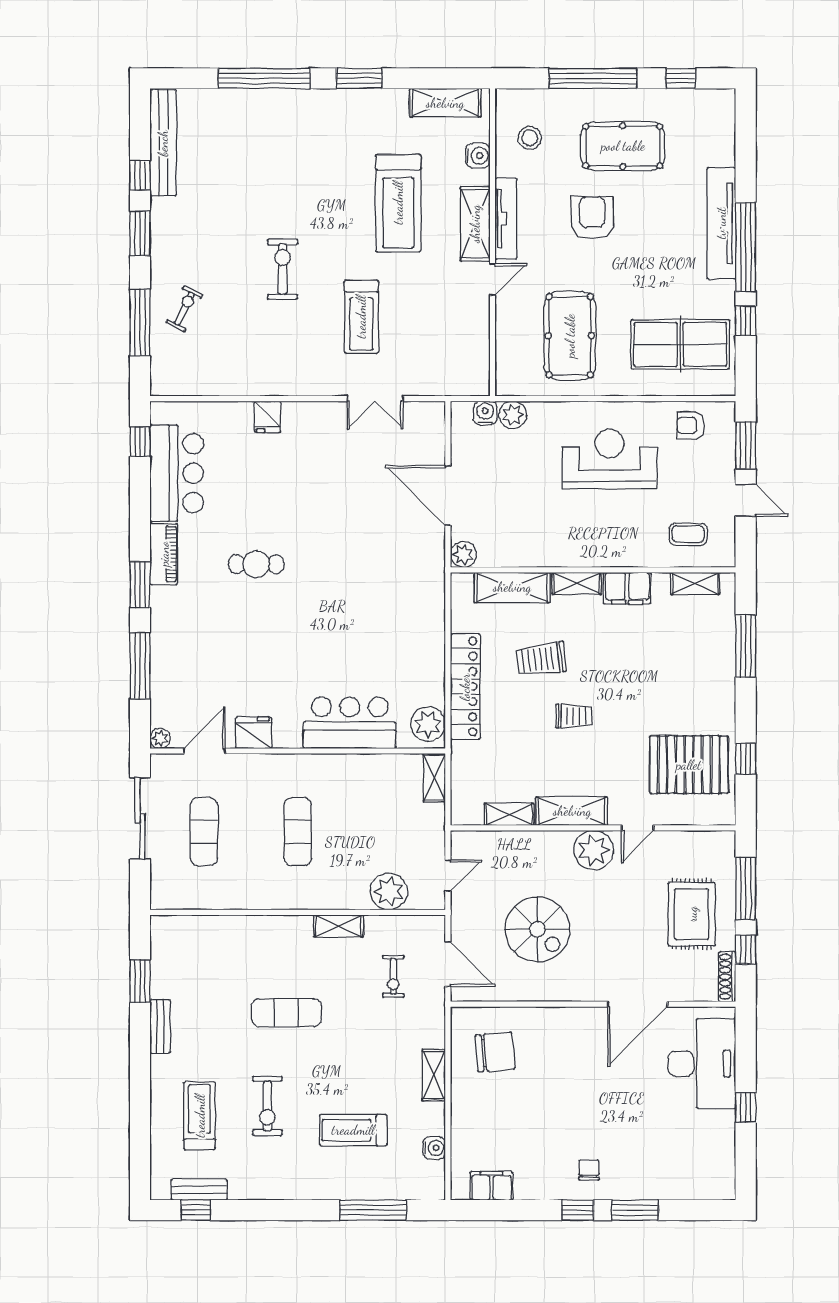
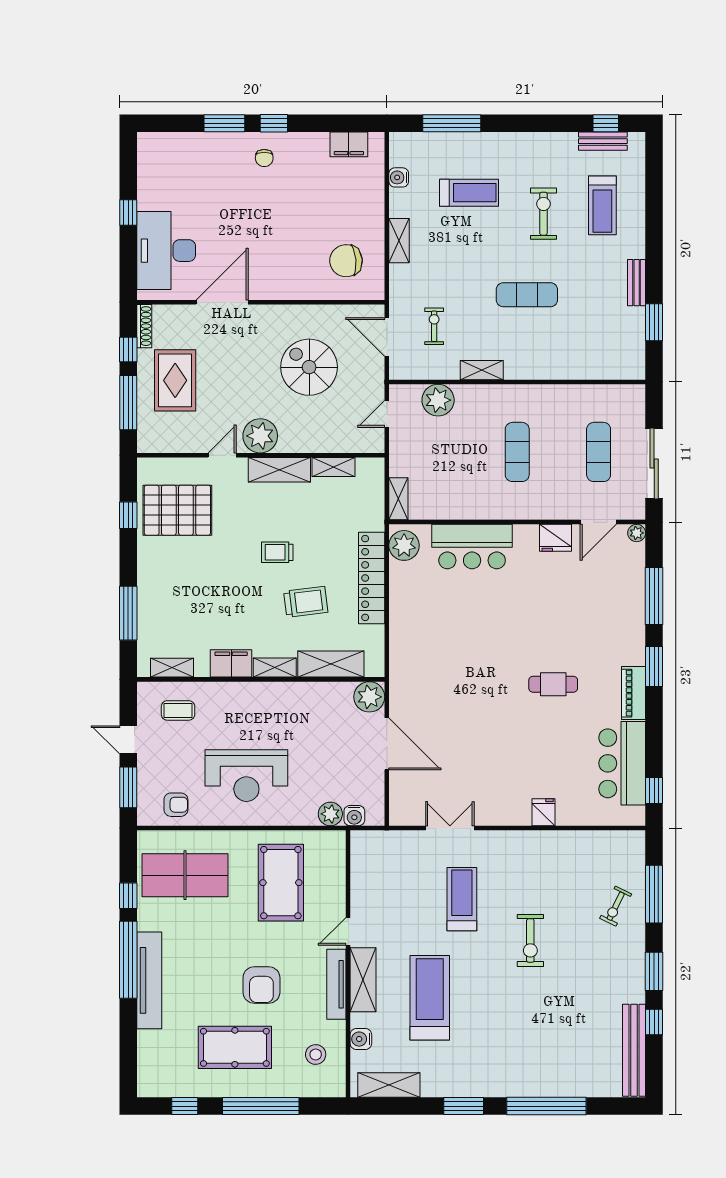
plant: (463, 554) -> (369, 697), width x1.36, depth x1.36

